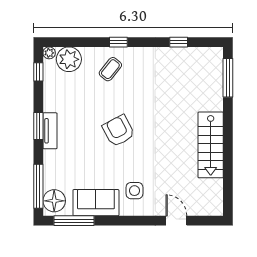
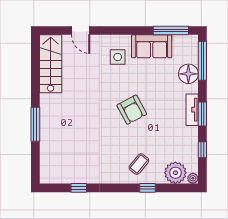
window: (118, 42) -> (148, 188), moved
window: (38, 72) -> (202, 150), moved
window: (228, 78) -> (35, 124), moved
stairs: (211, 145) -> (51, 64), moved
floor lamp: (54, 201) -> (188, 74), moved

